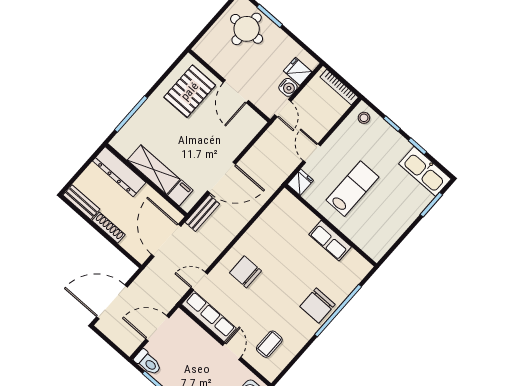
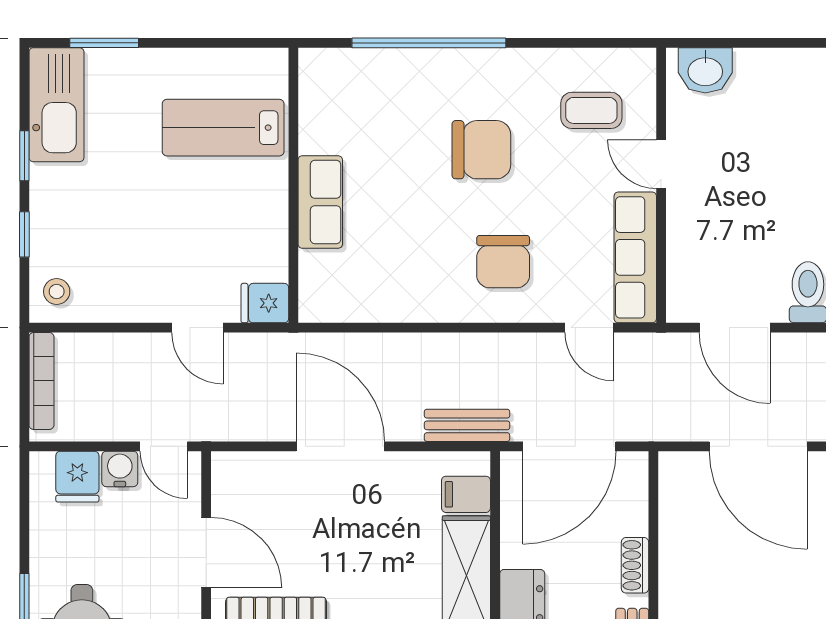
door: (236, 92) -> (206, 553), hinge flipped
door: (283, 108) -> (164, 446), swing flipped
door: (312, 153) -> (197, 328), hinge flipped
door: (221, 178) -> (340, 446), moved
lab bench: (353, 189) -> (223, 128), moved
shoe rack: (109, 228) -> (635, 565), width x0.70
row of seats: (330, 241) -> (320, 202), moved
chair: (317, 305) -> (481, 150), moved
door: (232, 351) -> (661, 164), hinge flipped

